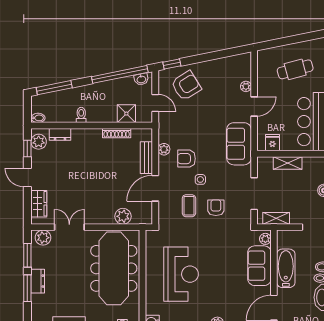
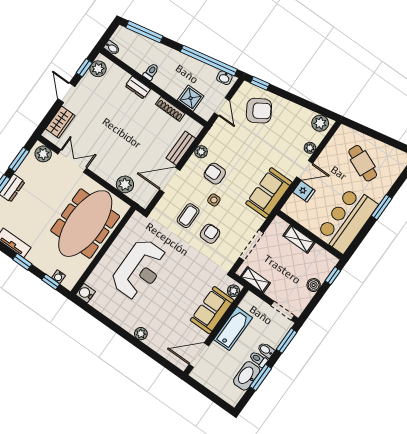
plant: (240, 62) -> (320, 123), added
cafe table: (295, 69) -> (363, 163), turned 38
dresser: (60, 134) -> (138, 88), moved
fridge: (272, 143) -> (304, 191), moved, turned 90

